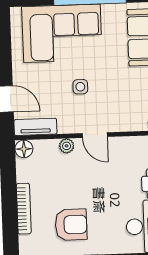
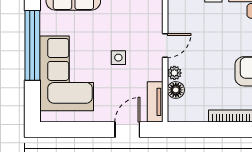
floor lamp: (24, 149) -> (176, 90), moved

